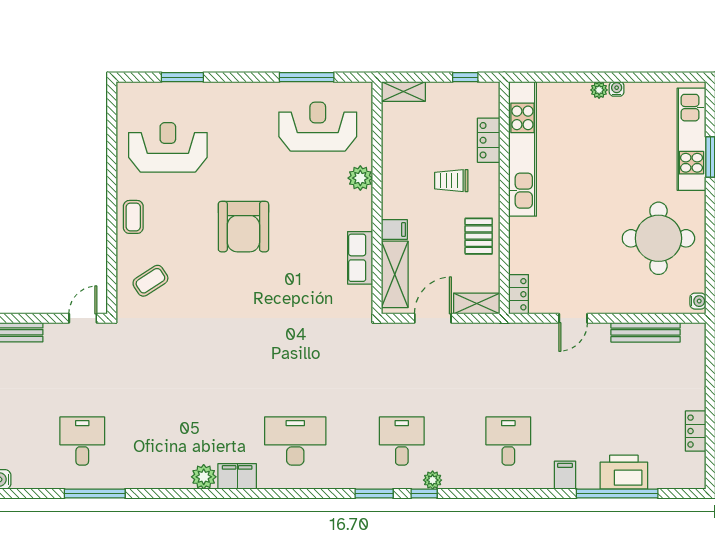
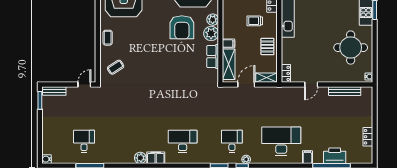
plant: (357, 208) -> (211, 34), added
armchair: (243, 227) -> (182, 27), moved
desk: (508, 441) -> (281, 141), width x1.87, depth x1.30

